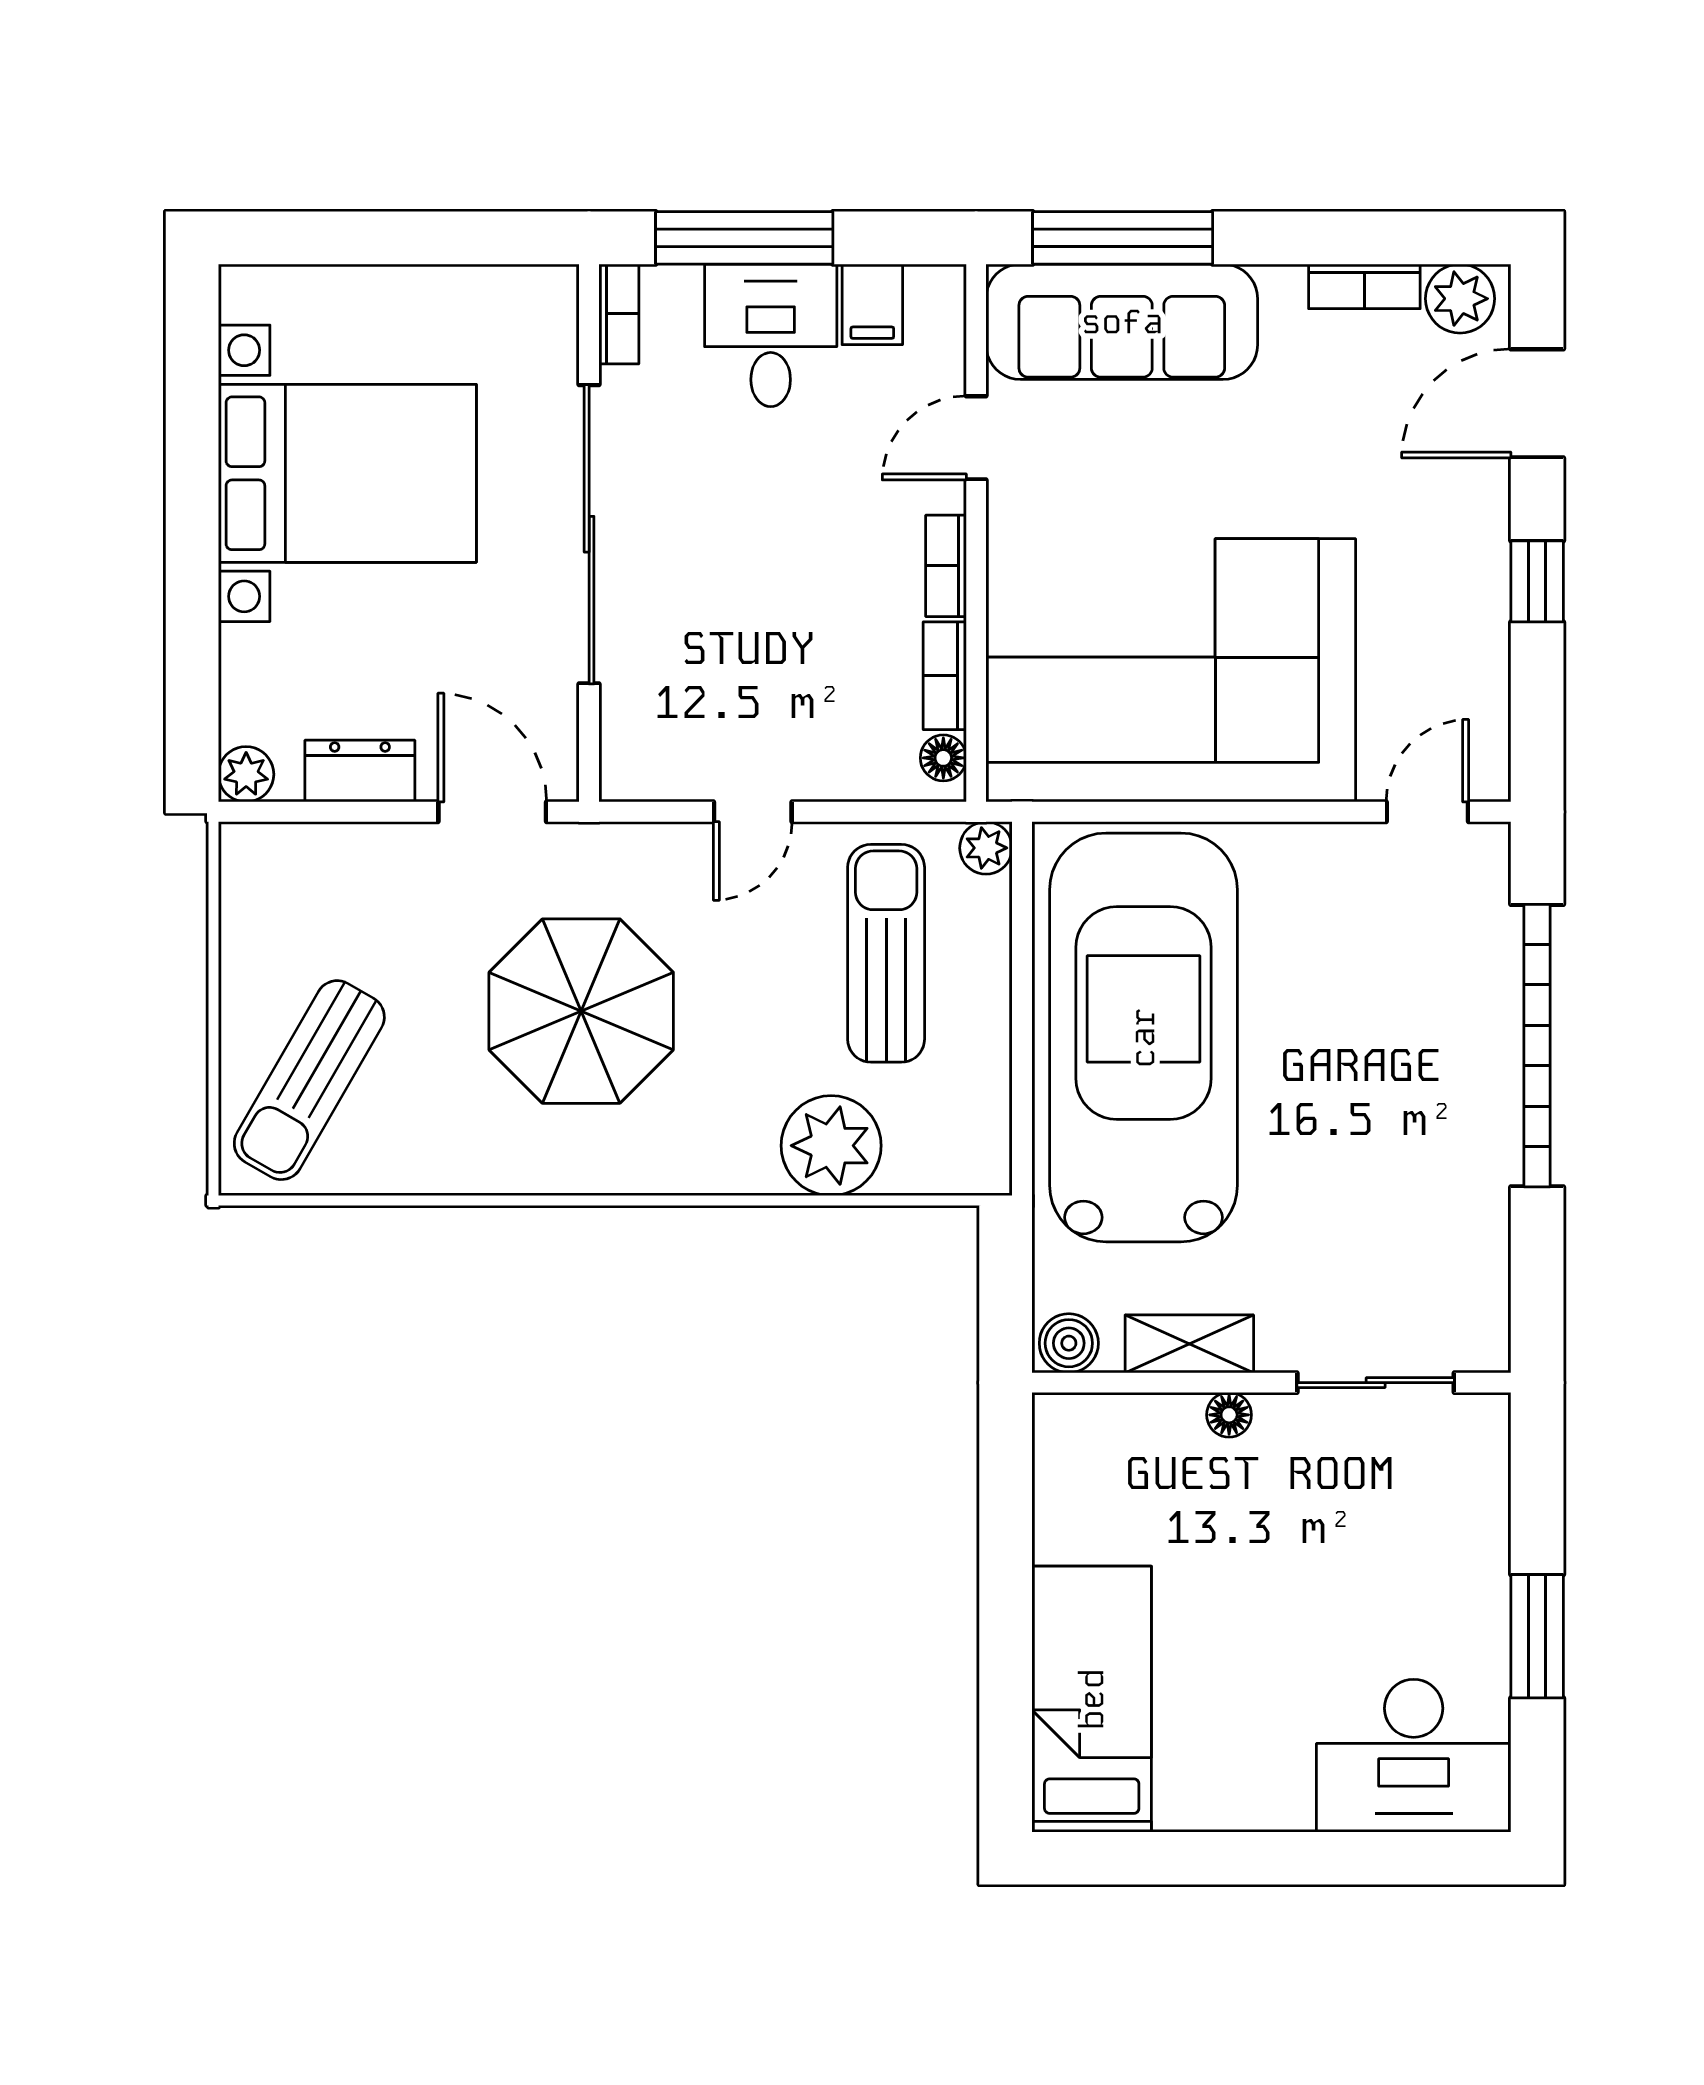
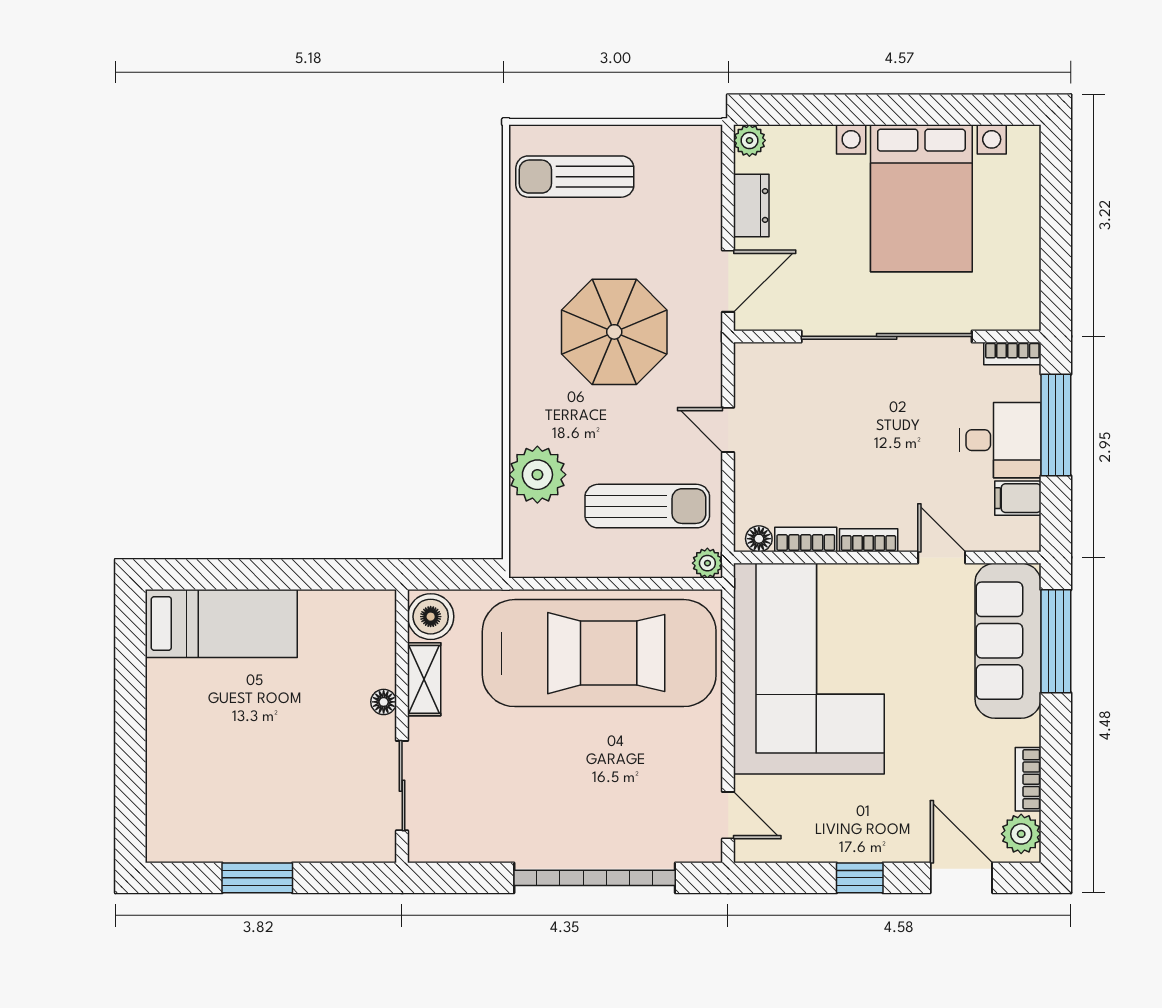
sun lounger: (309, 1080) -> (575, 177), turned -30
boiler: (1069, 1343) -> (431, 617), width x1.36, depth x1.36
desk: (1414, 1756) -> (189, 807), removed

